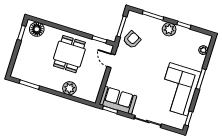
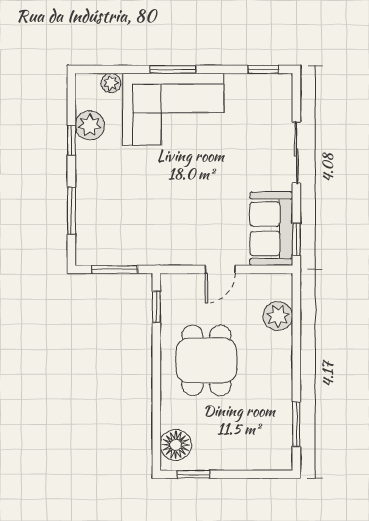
plant: (169, 29) -> (90, 125), moved
armchair: (132, 40) -> (136, 239), removed
dining table: (69, 54) -> (206, 360), turned 90
door: (111, 61) -> (220, 269), moved
plant: (69, 88) -> (278, 316), moved
corner sofa: (179, 89) -> (173, 109), moved

